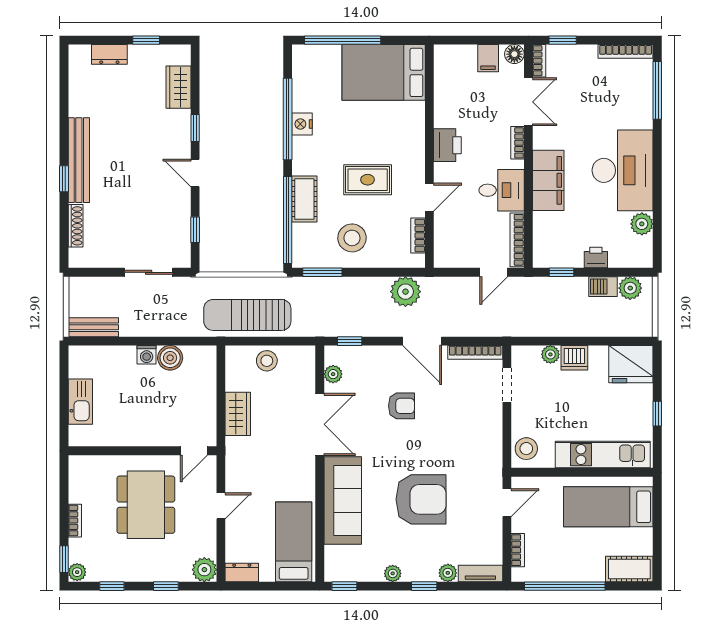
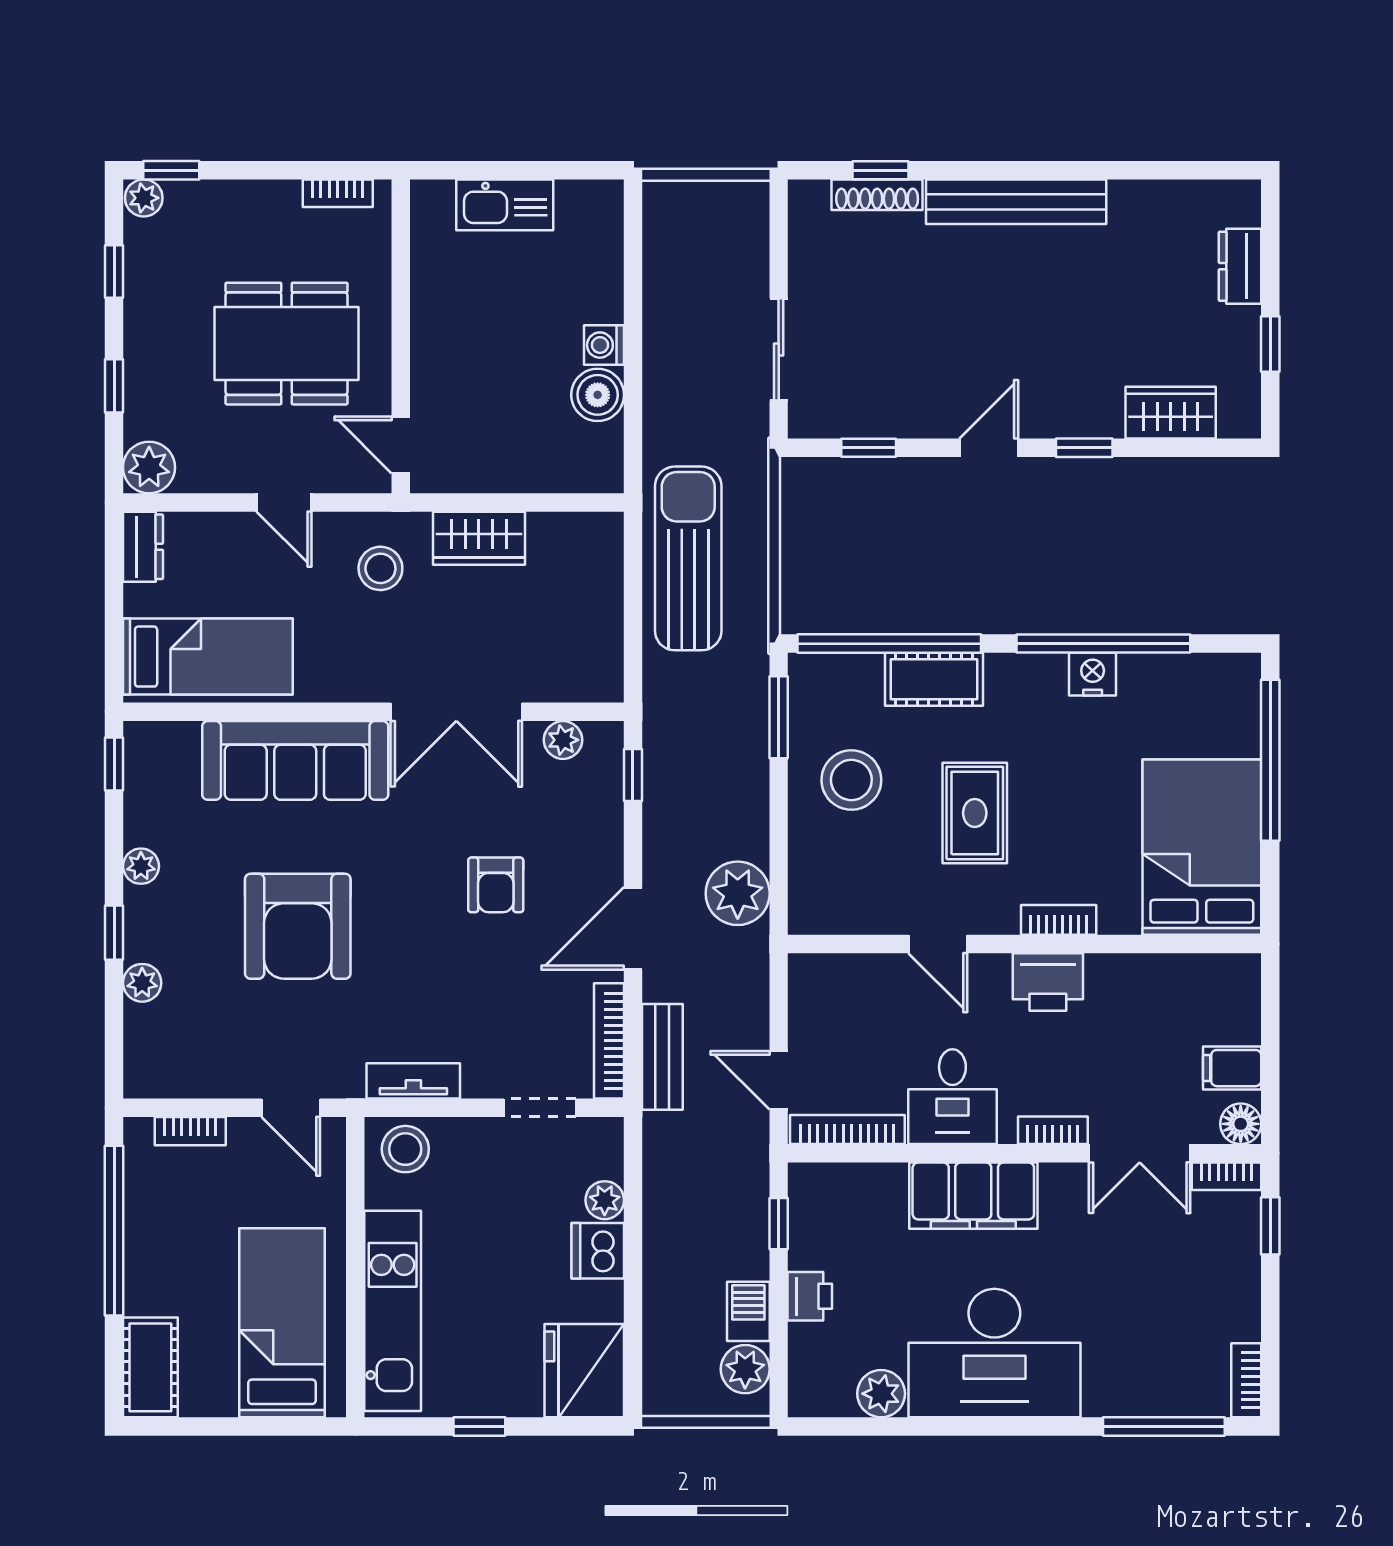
bookcase: (626, 51) -> (1246, 1380), width x0.64
window: (64, 179) -> (881, 170), moved
bookcase: (418, 236) -> (1059, 920), moved
bench: (93, 327) -> (662, 1057), moved
stool: (267, 361) -> (380, 568), moved
bookcase: (75, 521) -> (338, 193), moved
tv unit: (480, 573) -> (413, 1081), moved, turned -90

